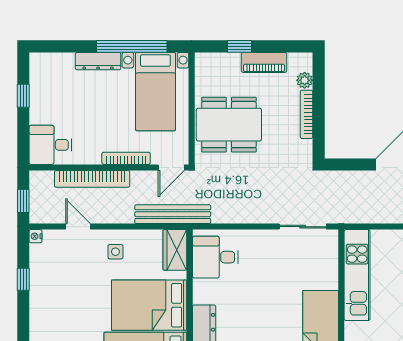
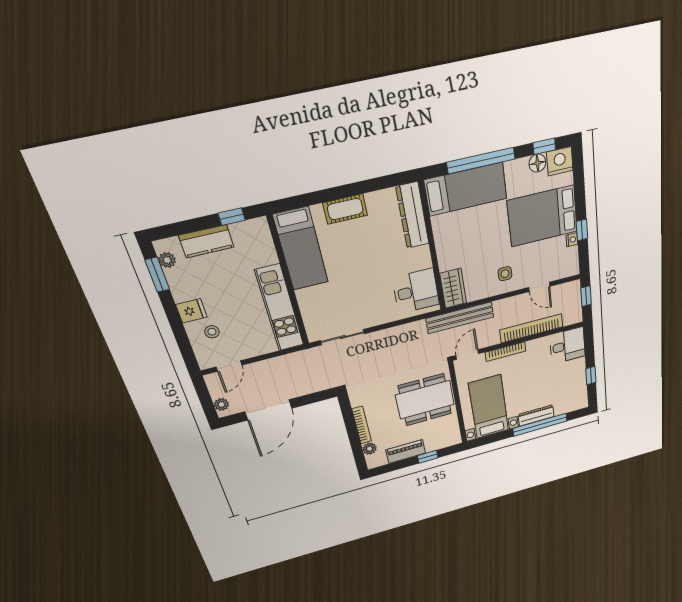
window: (132, 46) -> (540, 425), moved
nightstand: (36, 236) -> (572, 240), moved
bed: (149, 305) -> (543, 216), moved, turned 180

